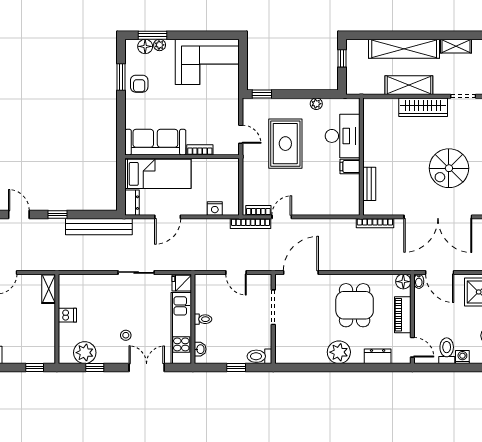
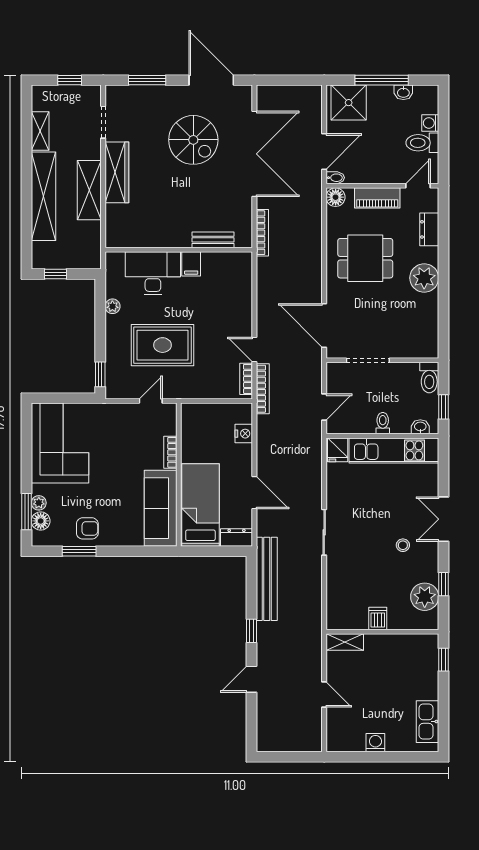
fridge: (182, 283) -> (338, 450), moved
wall: (193, 319) -> (382, 436), moved
toilet: (203, 319) -> (383, 423), moved
kitchen unit: (181, 328) -> (394, 450), moved
washbasin: (200, 349) -> (420, 427), moved

